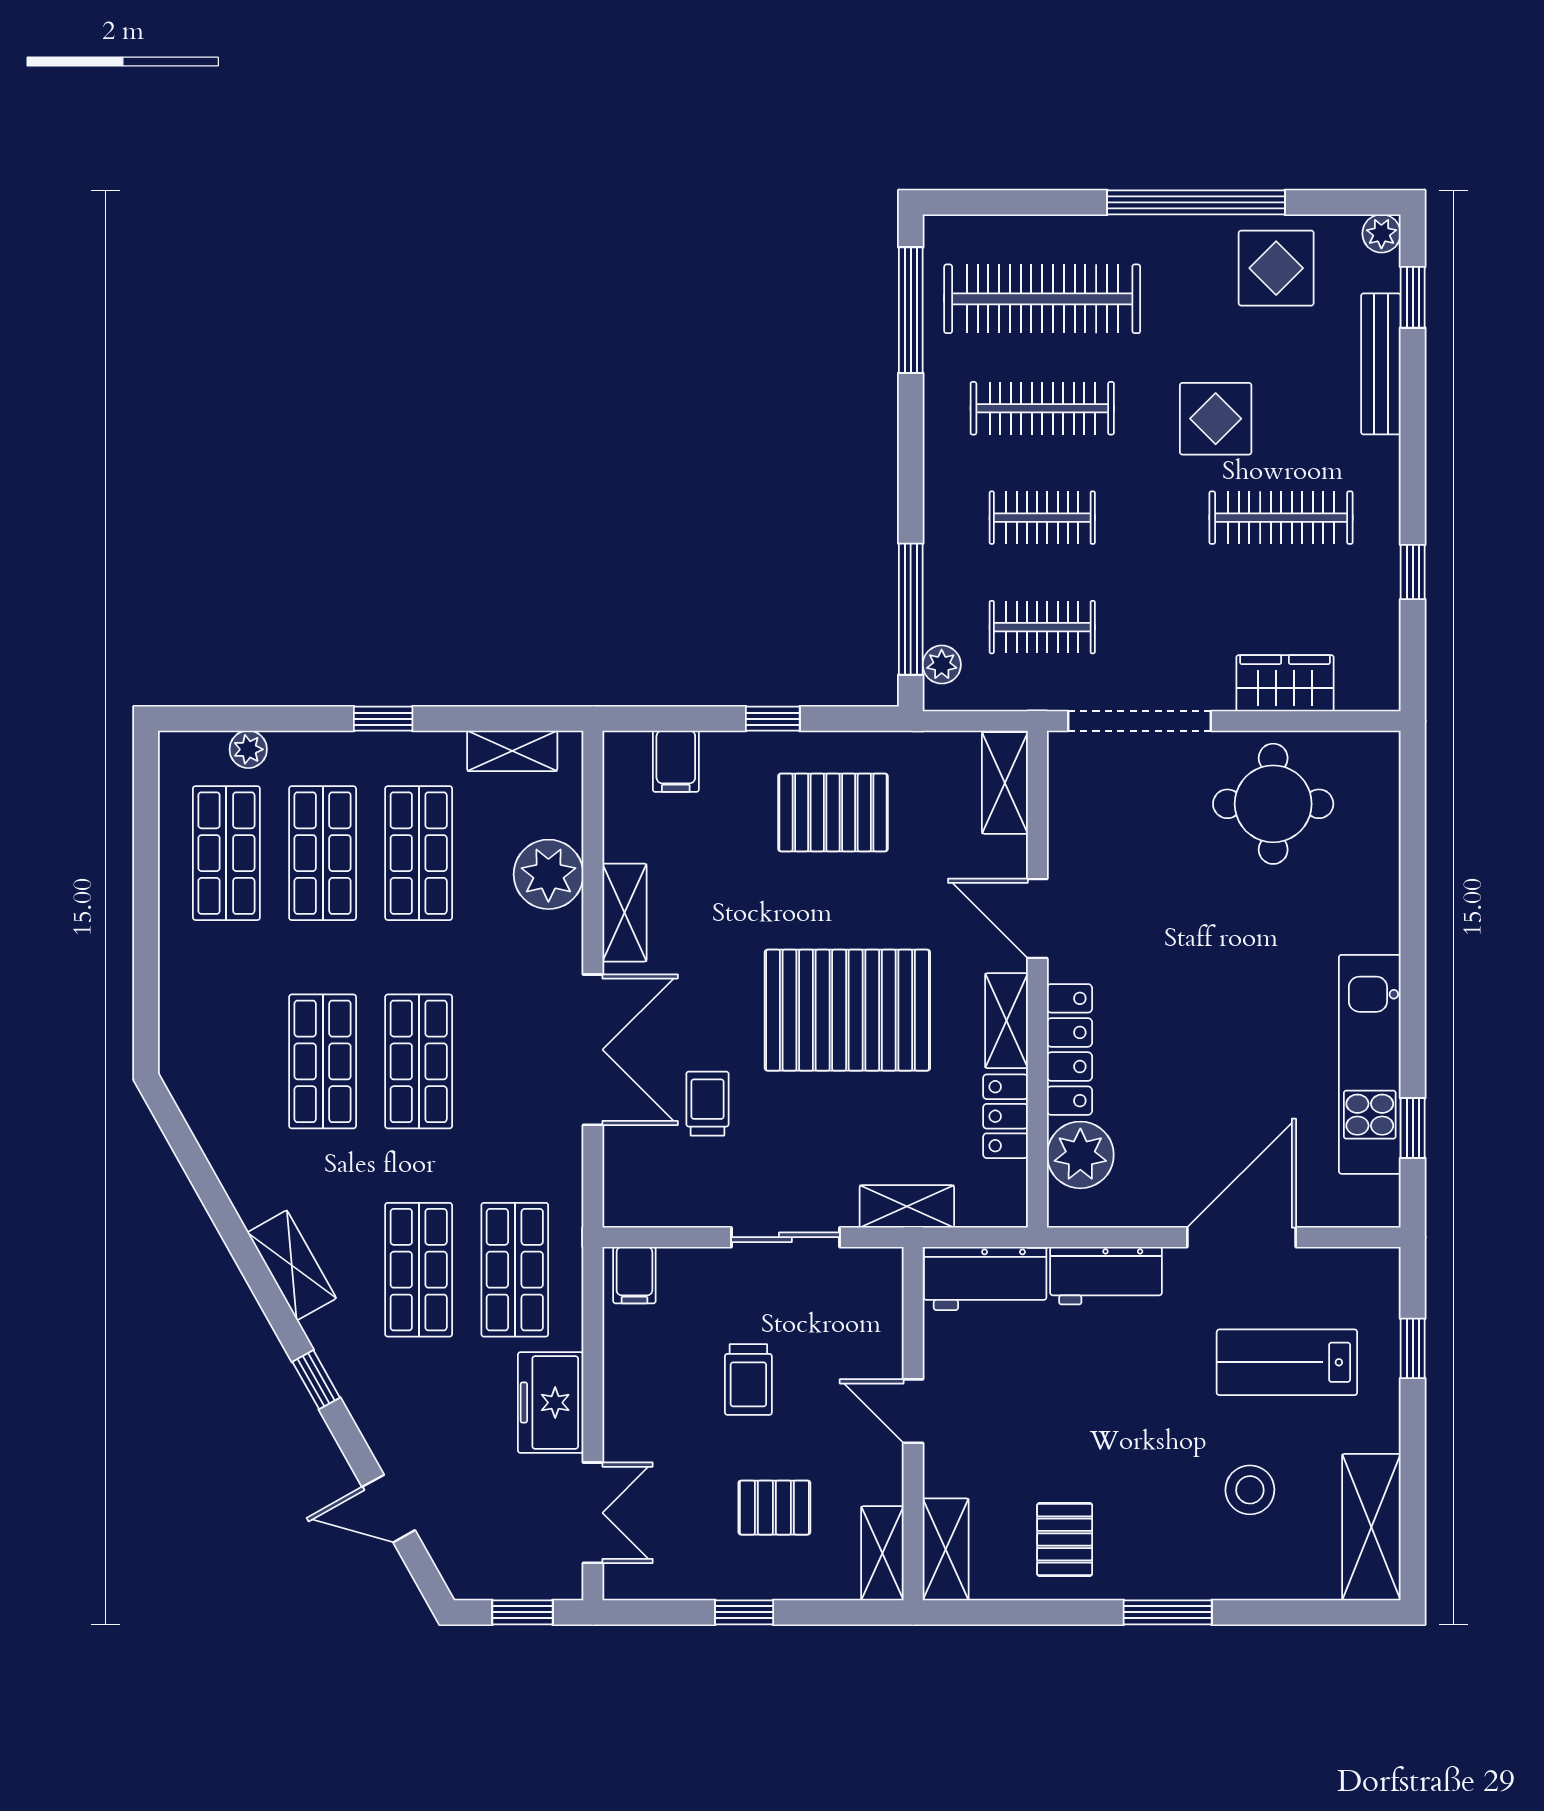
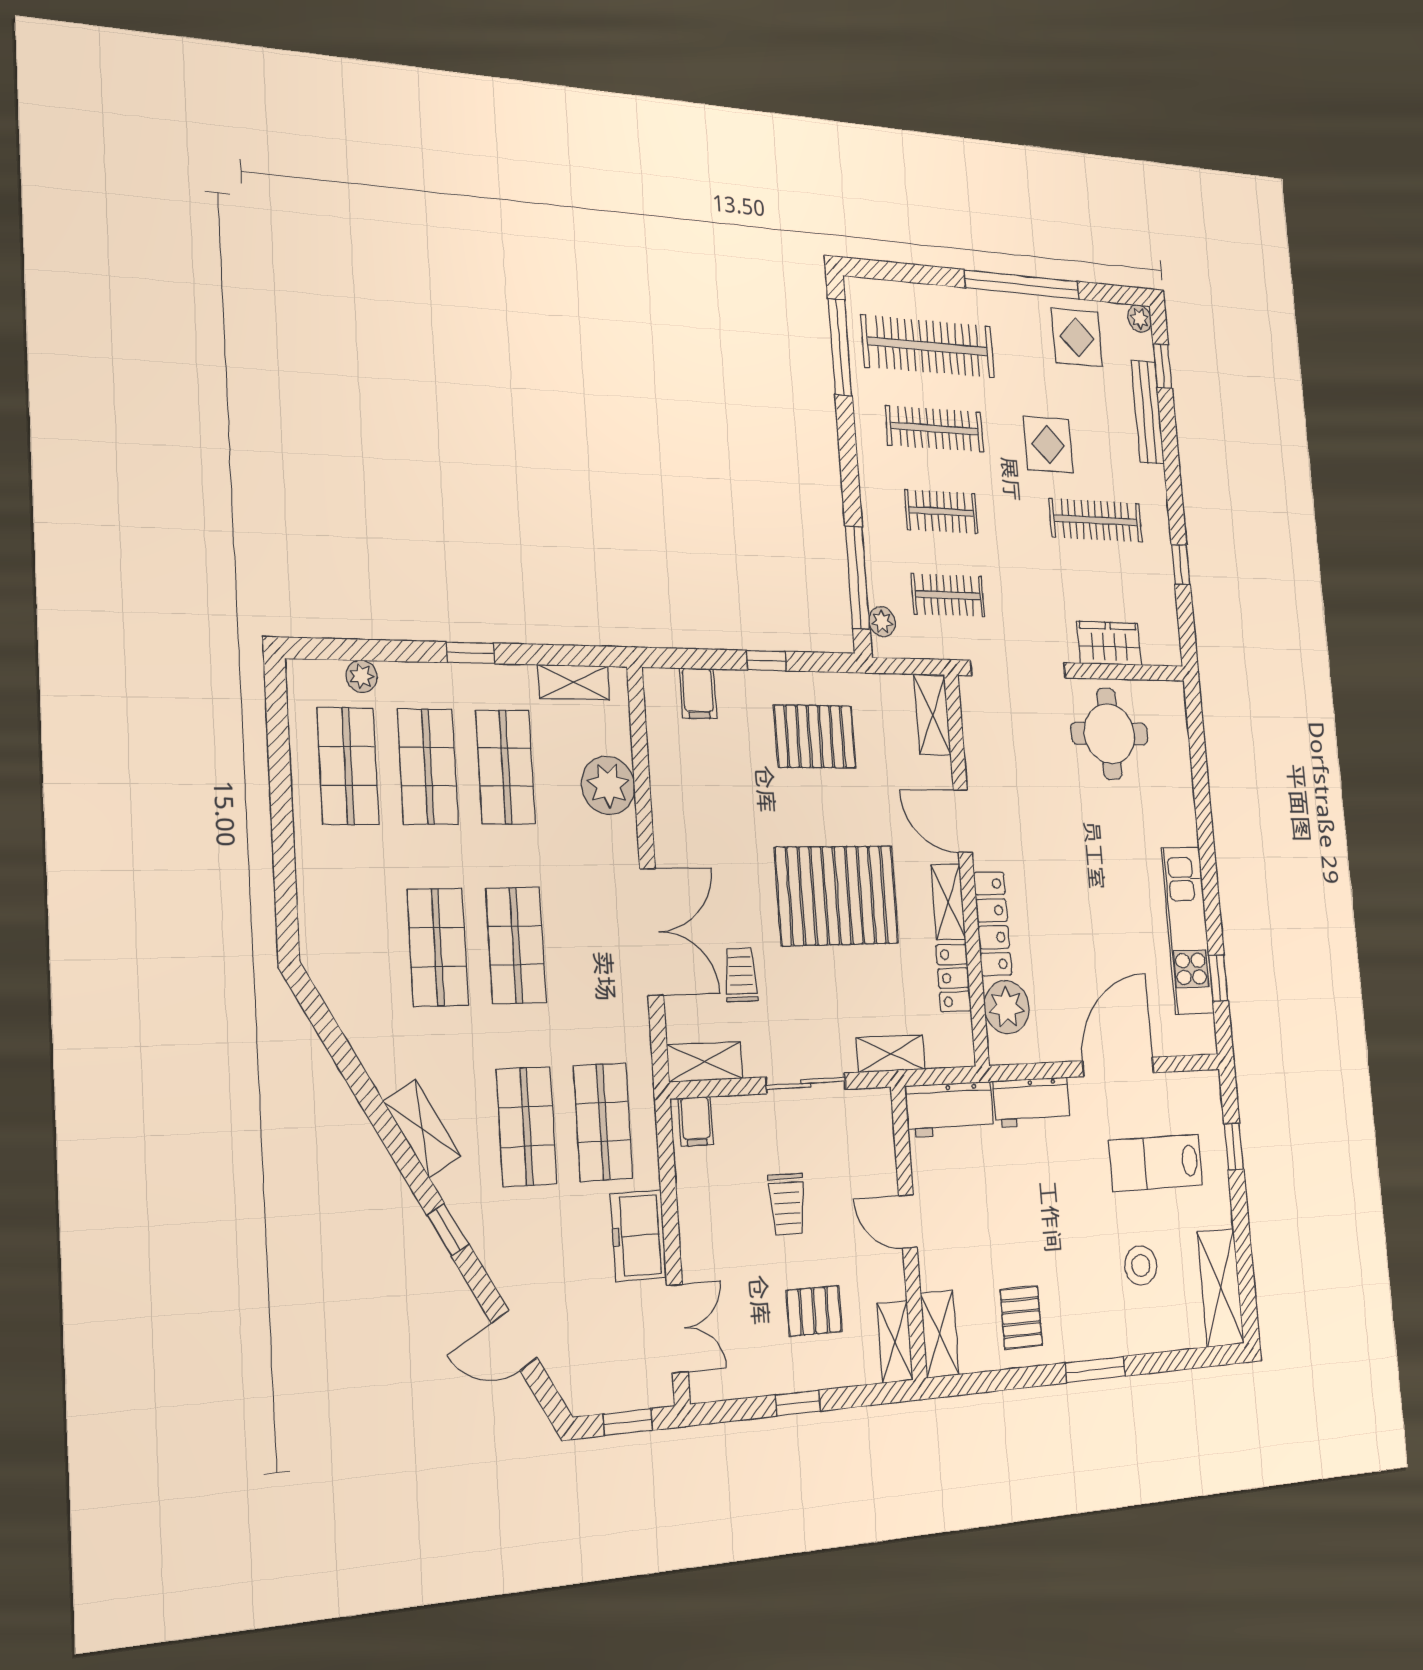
shelving: (624, 913) -> (705, 1062), moved, turned 90

